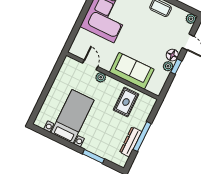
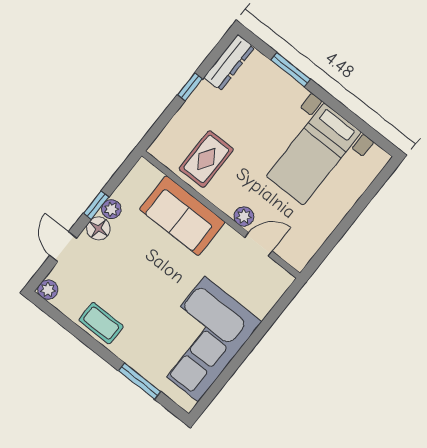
door: (90, 65) -> (259, 244), swing flipped
window: (142, 137) -> (190, 87), width x0.46
dresser: (131, 142) -> (229, 63), moved

